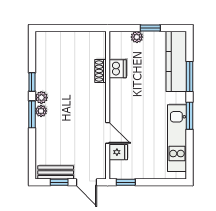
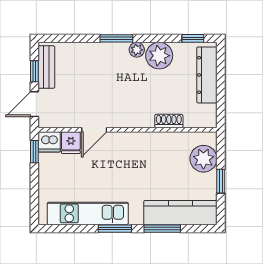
plant: (137, 37) -> (203, 159), width x1.87, depth x1.87
dresser: (62, 39) -> (207, 75), added
dishwasher: (118, 69) -> (49, 142), moved
window: (32, 82) -> (193, 38), moved
plant: (41, 111) -> (159, 56), moved, width x1.88, depth x1.88

